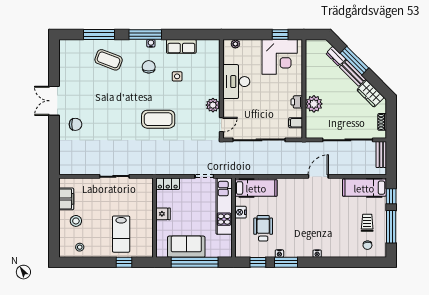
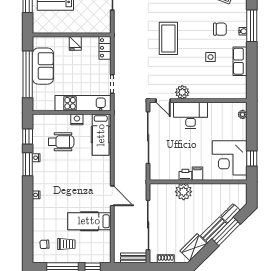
desk: (236, 82) -> (191, 115), moved
filing cabinet: (296, 123) -> (198, 174), moved
hospital bed: (364, 188) -> (89, 221), moved, turned -90

